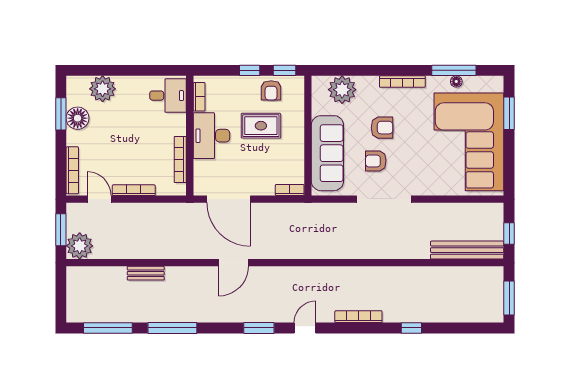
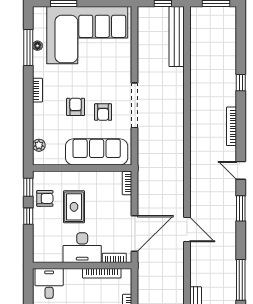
bookcase: (402, 82) -> (38, 90), width x0.64
plant: (342, 90) -> (39, 145), width x0.53, depth x0.53
bookcase: (199, 97) -> (114, 258), moved

